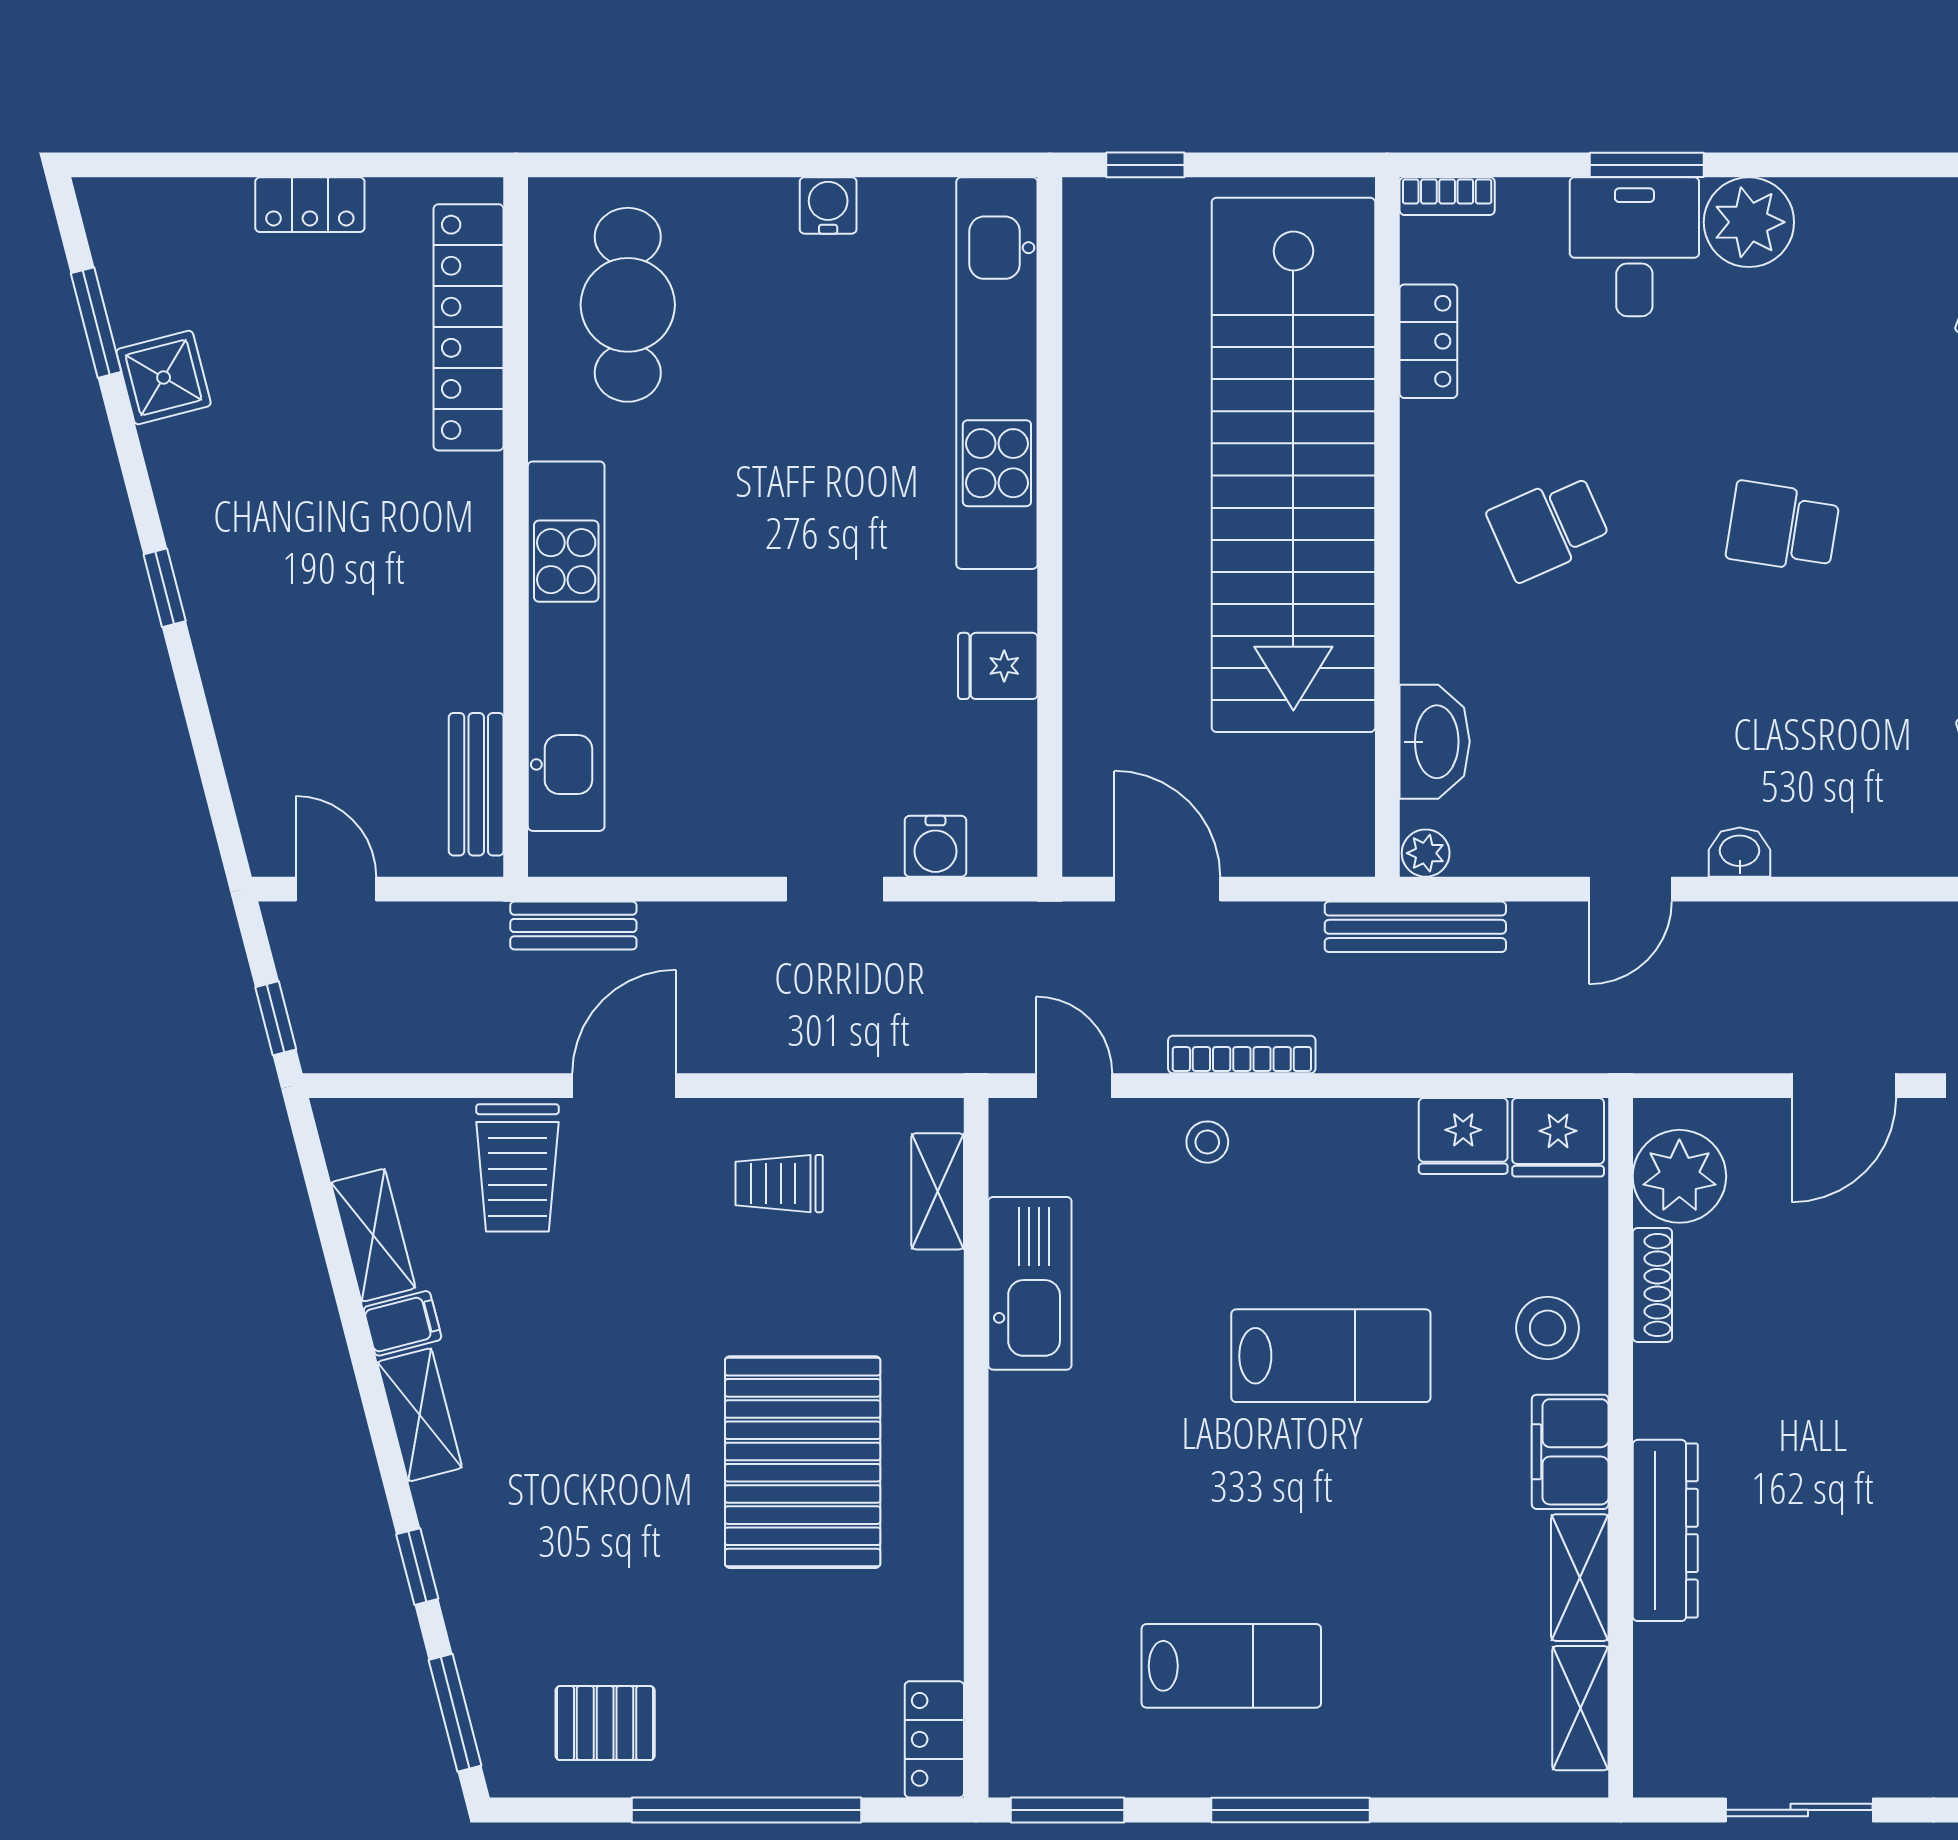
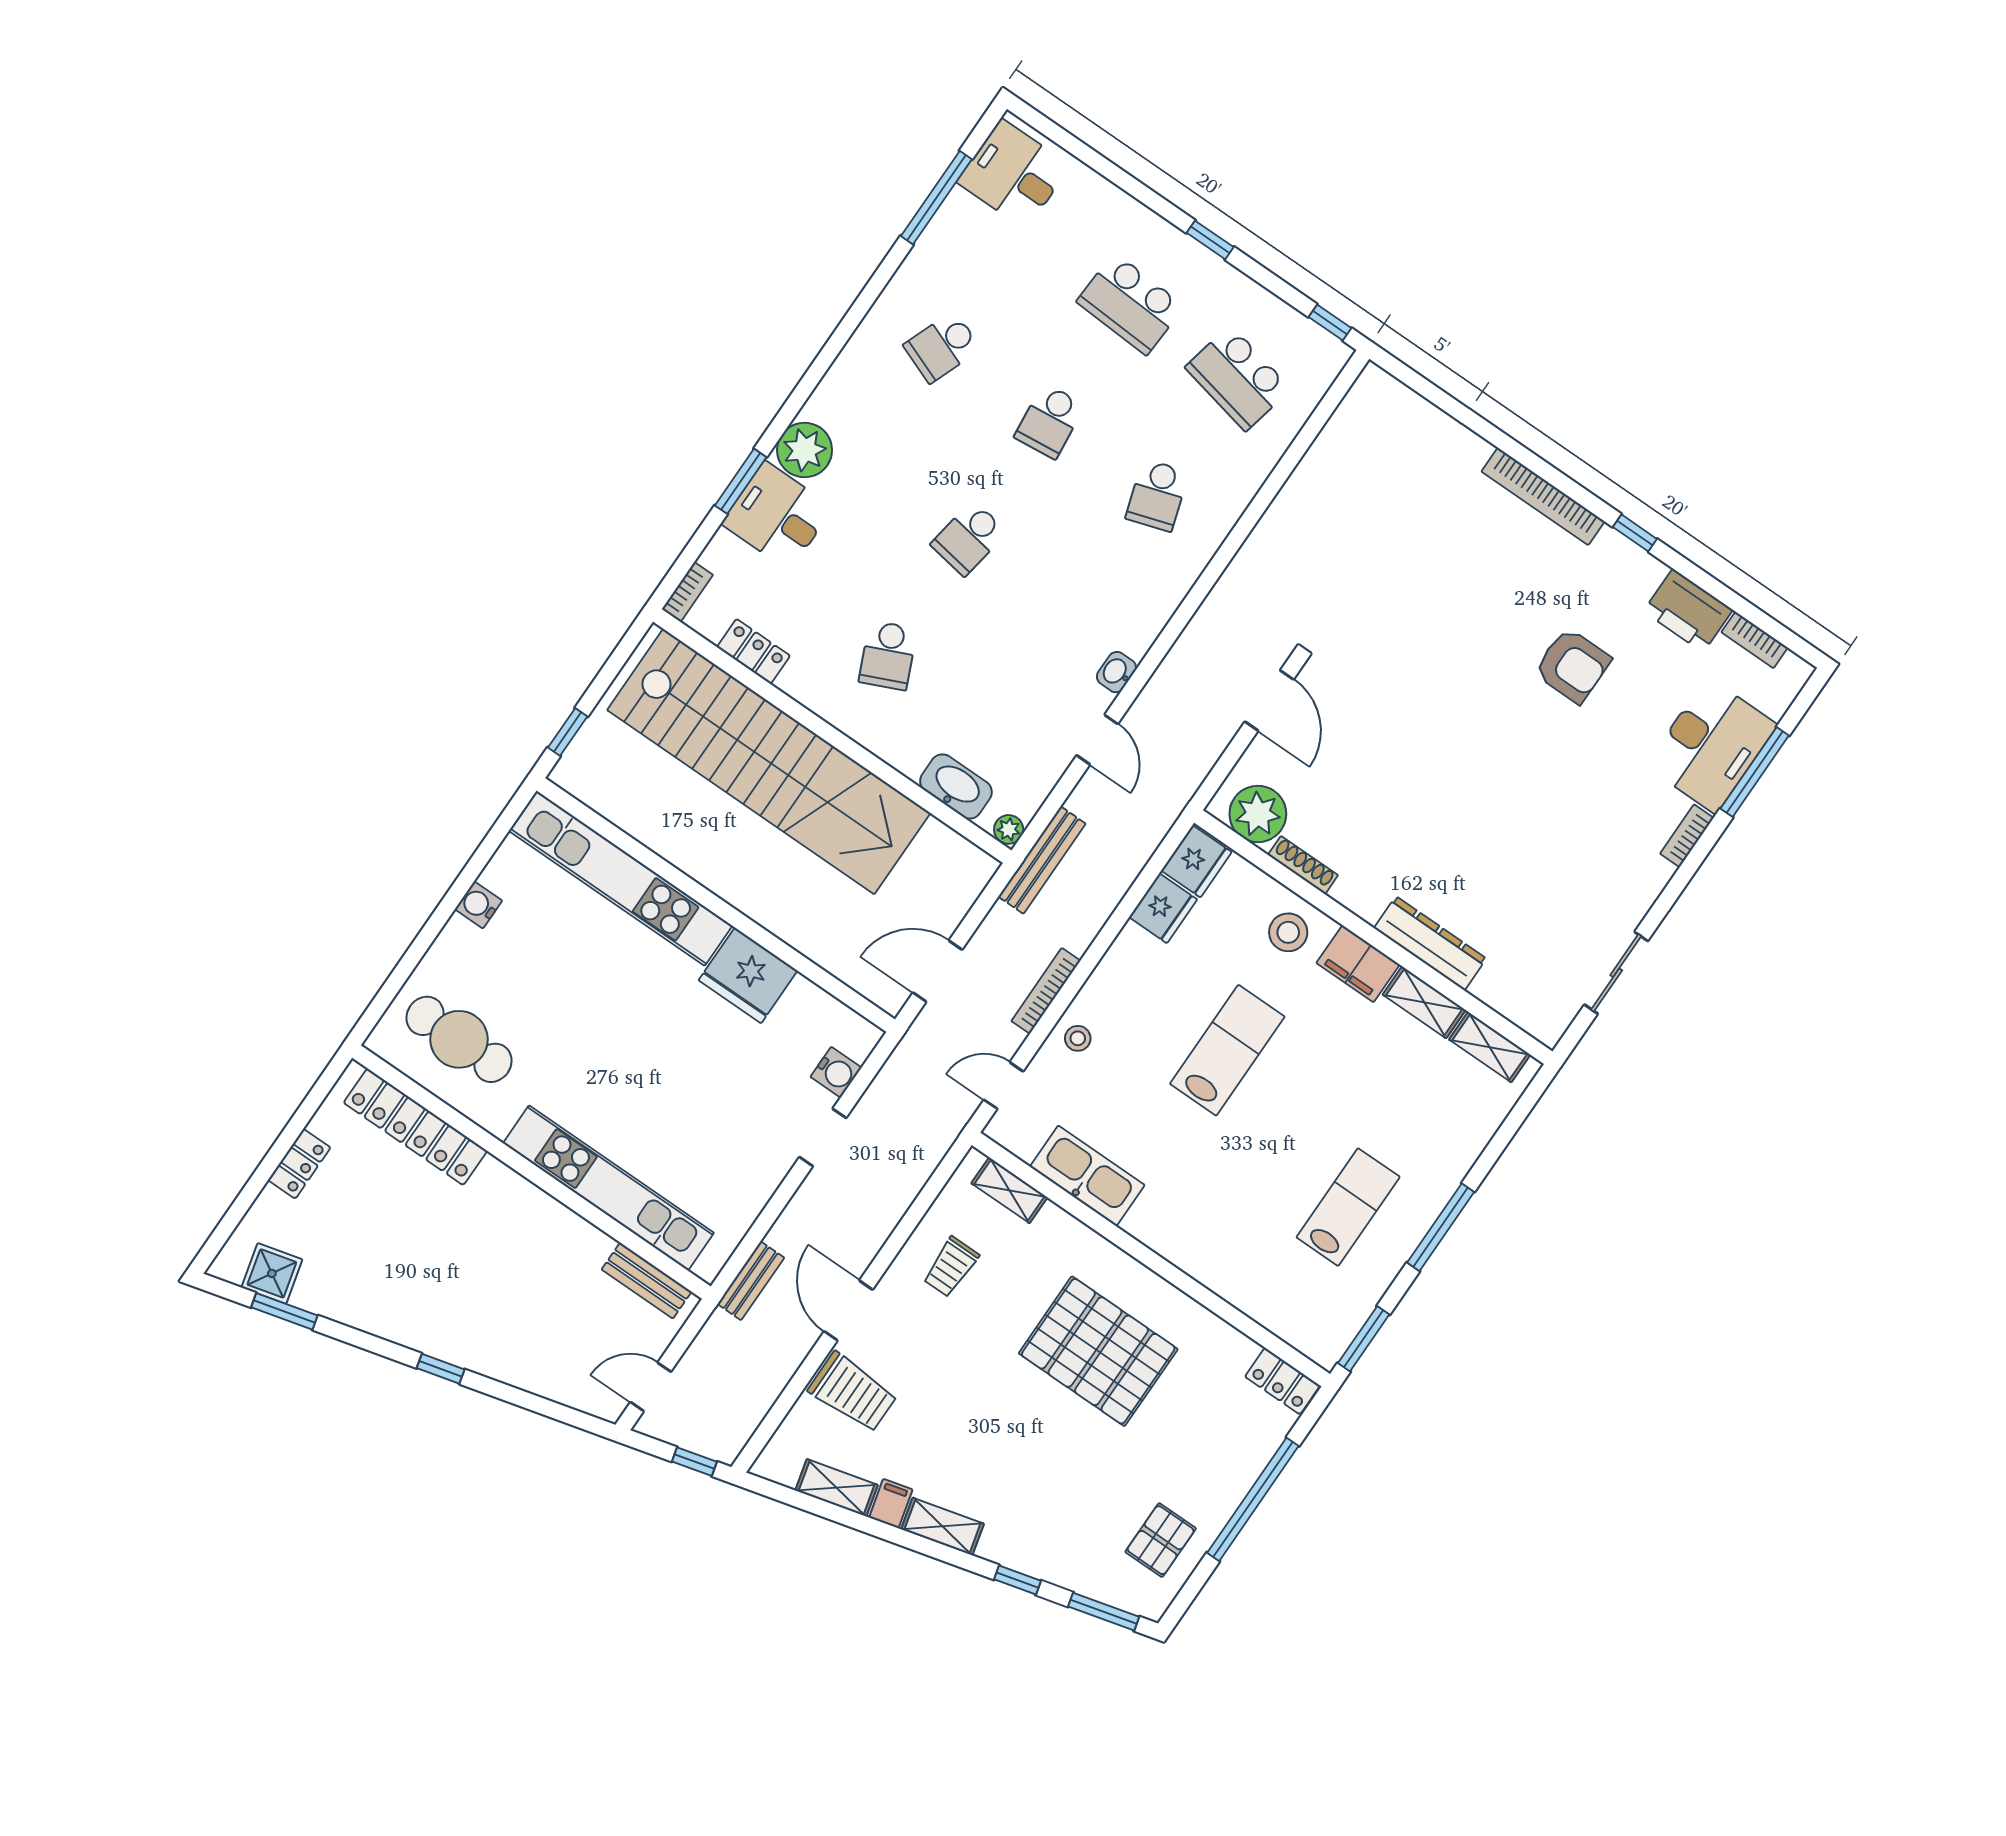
shower: (164, 378) -> (272, 1273), moved
fridge: (998, 666) -> (748, 975), width x1.88, depth x1.34

